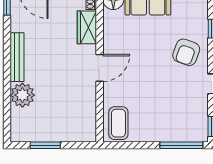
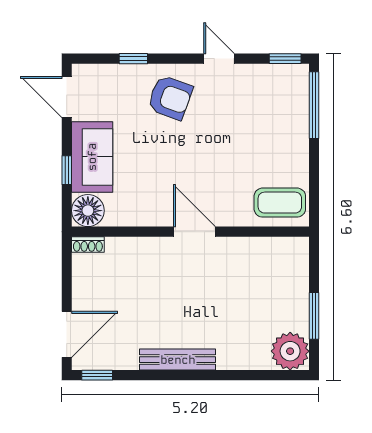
wardrobe: (87, 27) -> (132, 251), removed
plant: (22, 95) -> (290, 351), moved

